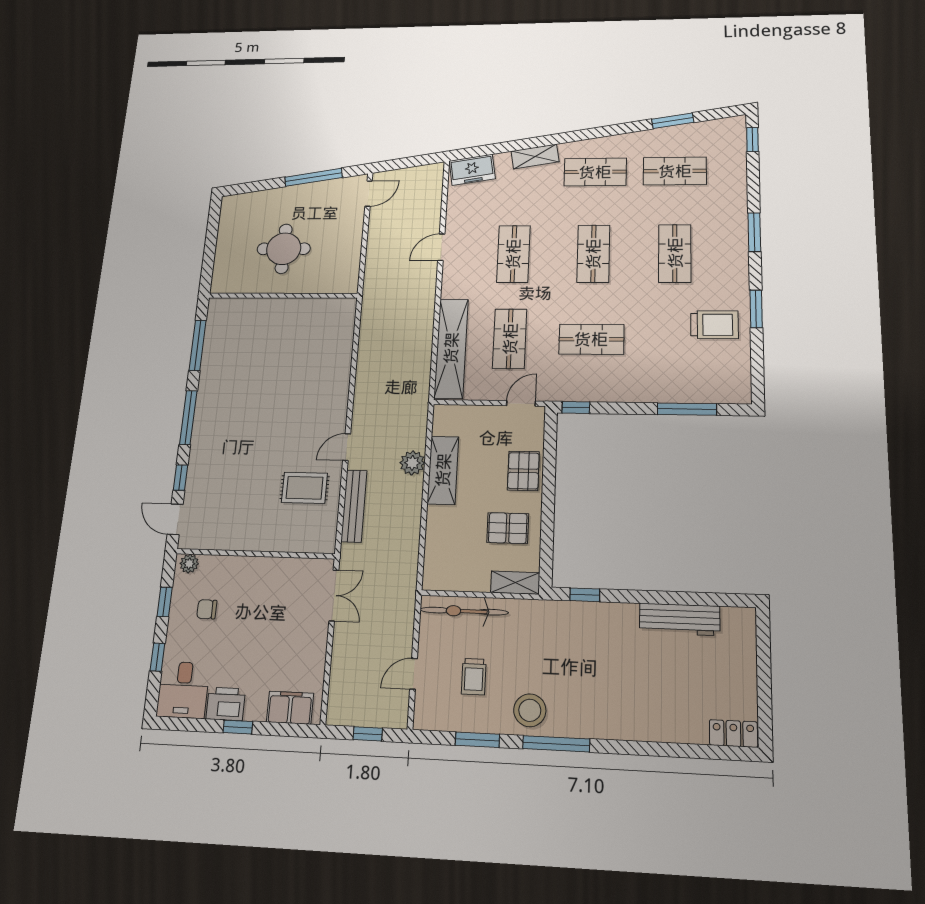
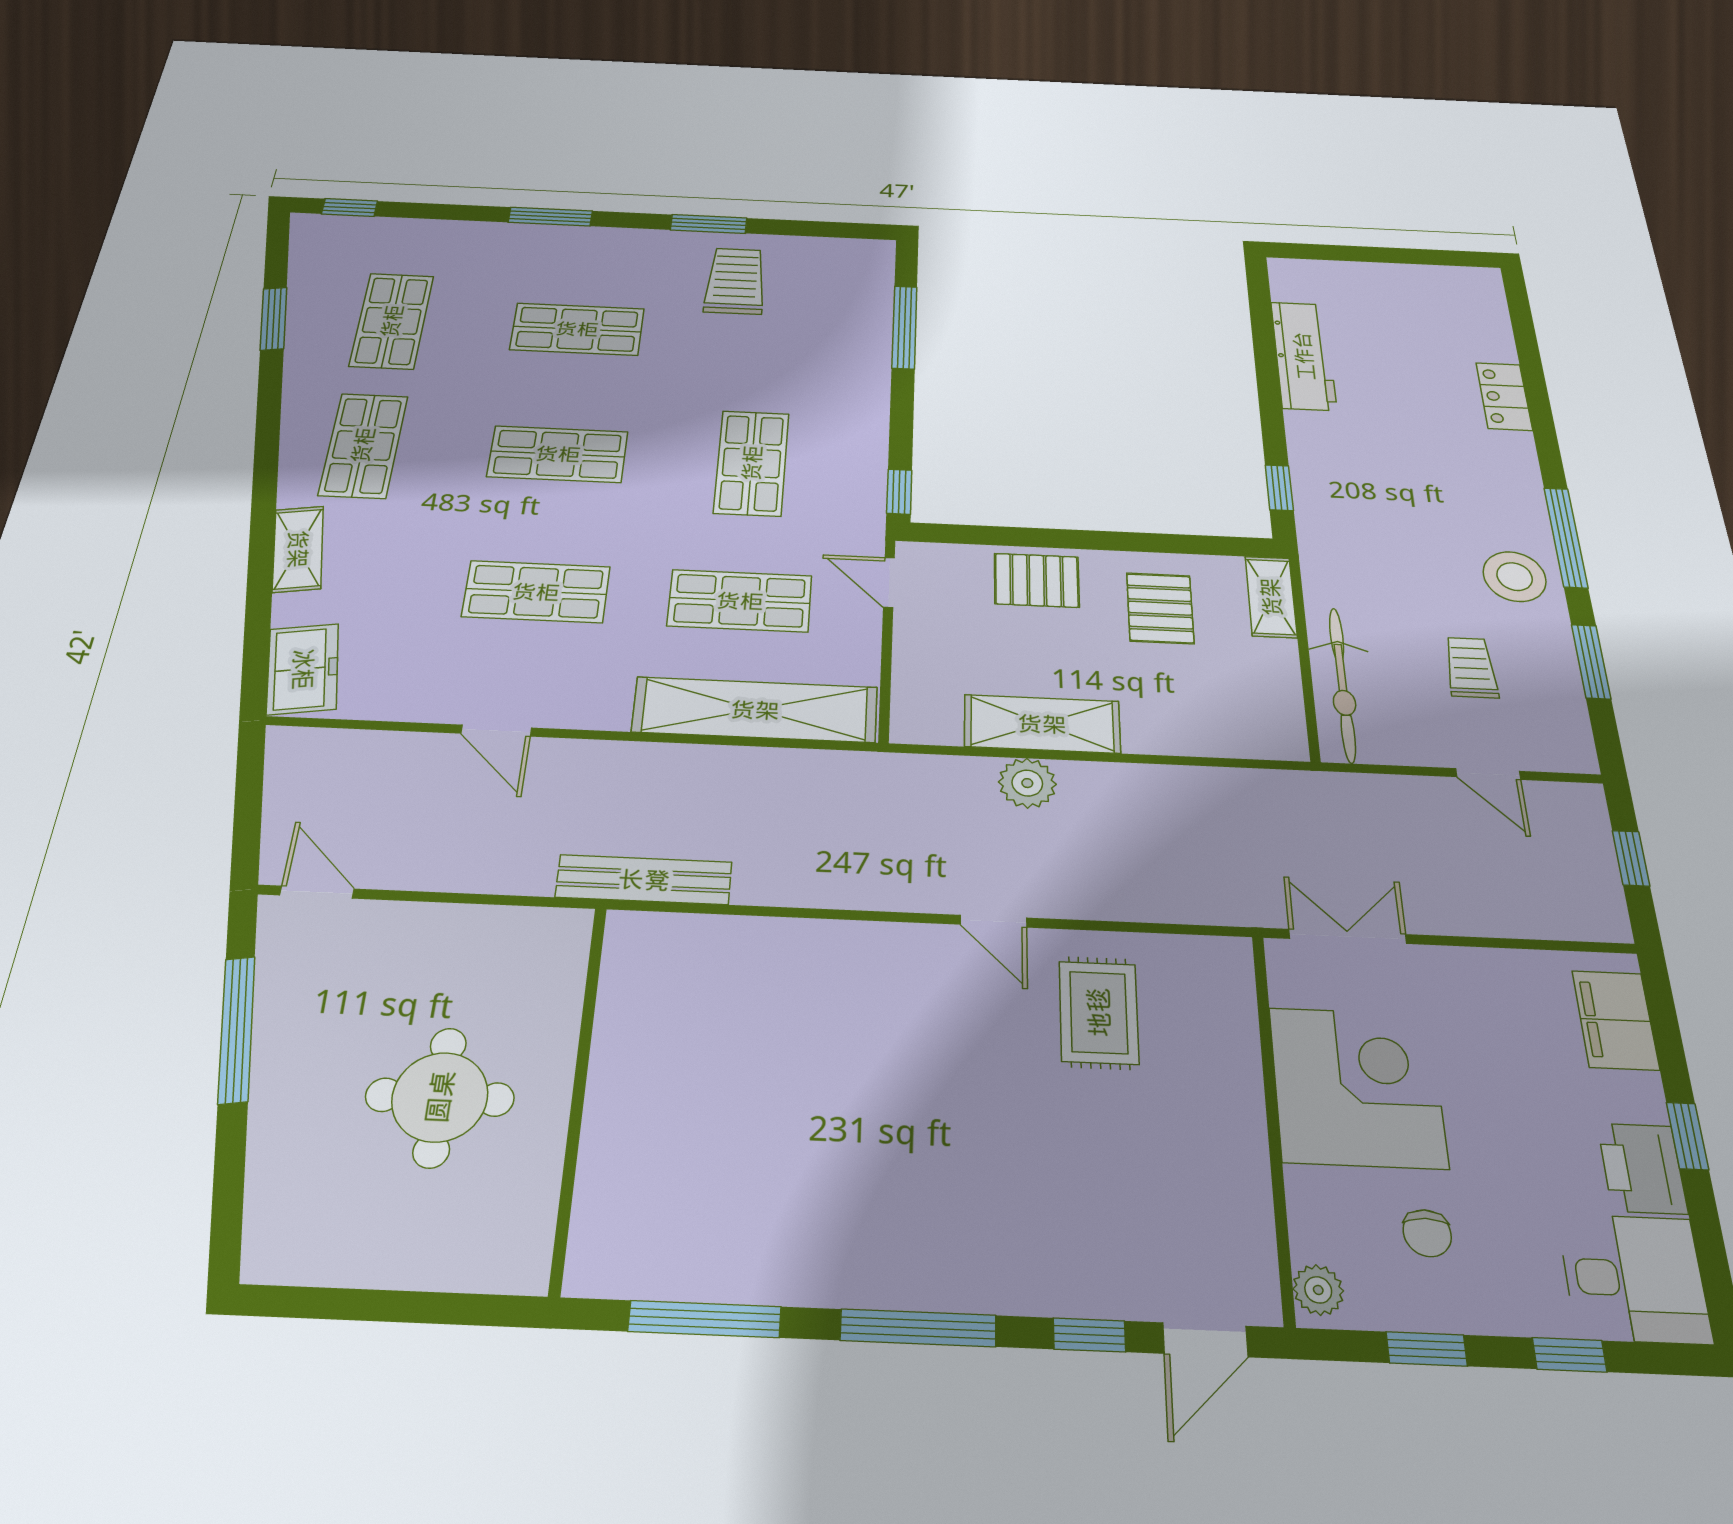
bench: (354, 506) -> (644, 880), moved
corner desk: (267, 590) -> (1357, 1087), added
trolley: (474, 677) -> (1471, 668), turned -90
locker: (733, 733) -> (1504, 396), moved

